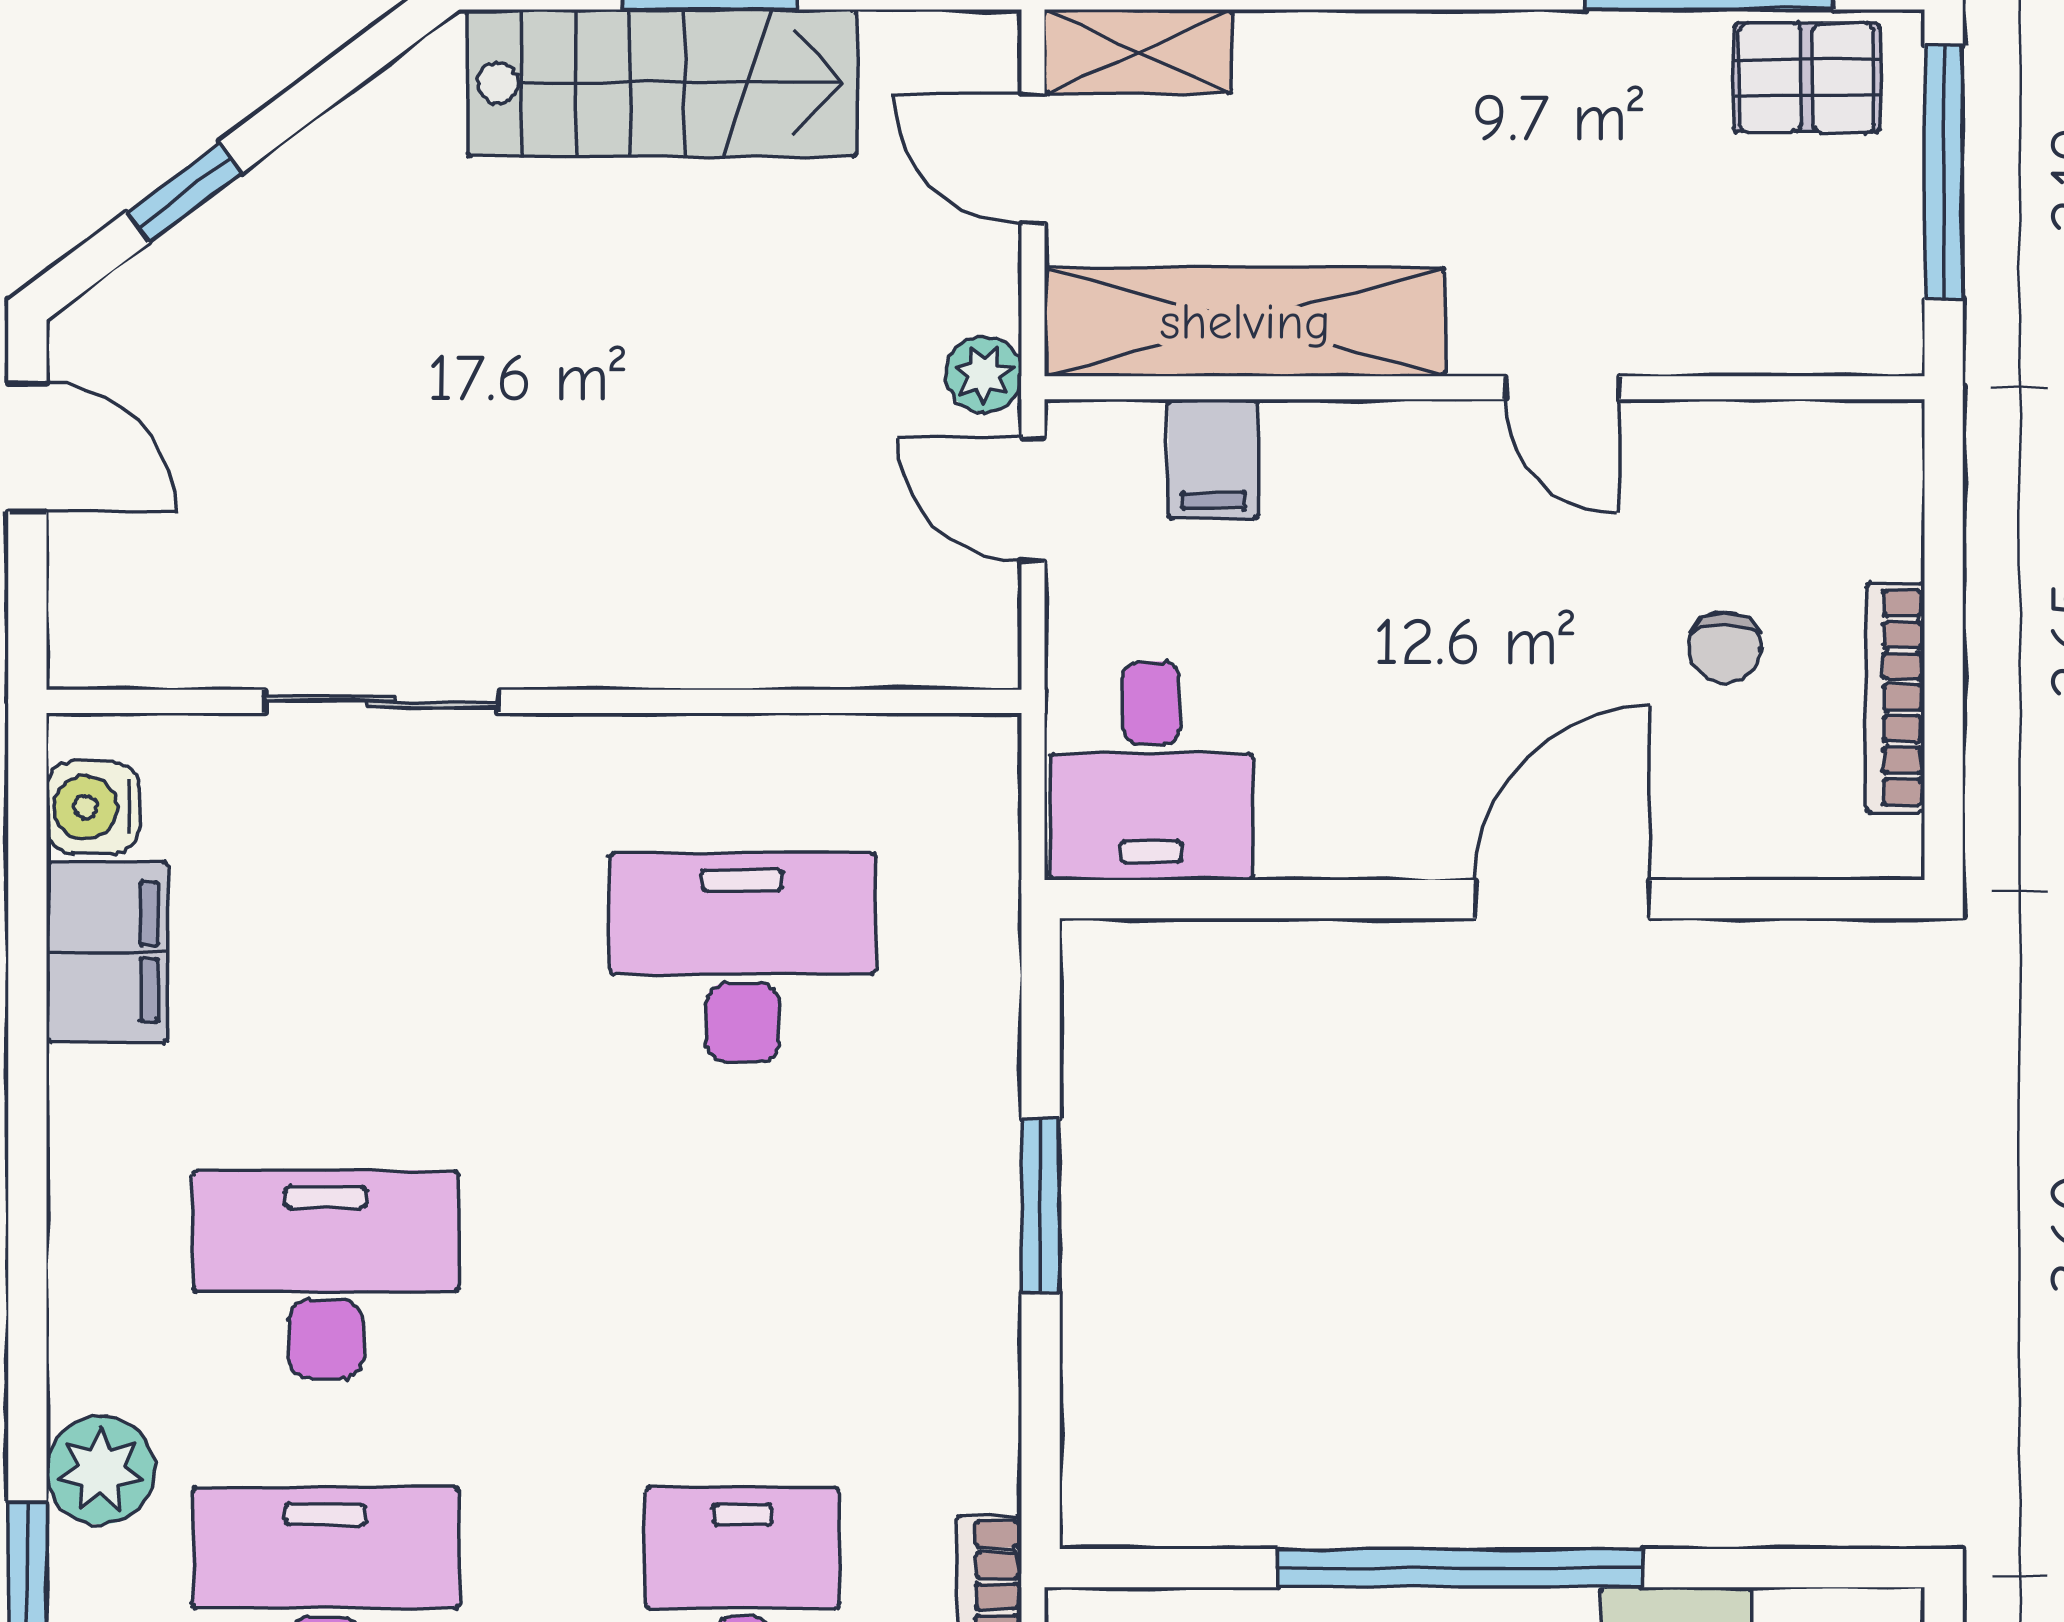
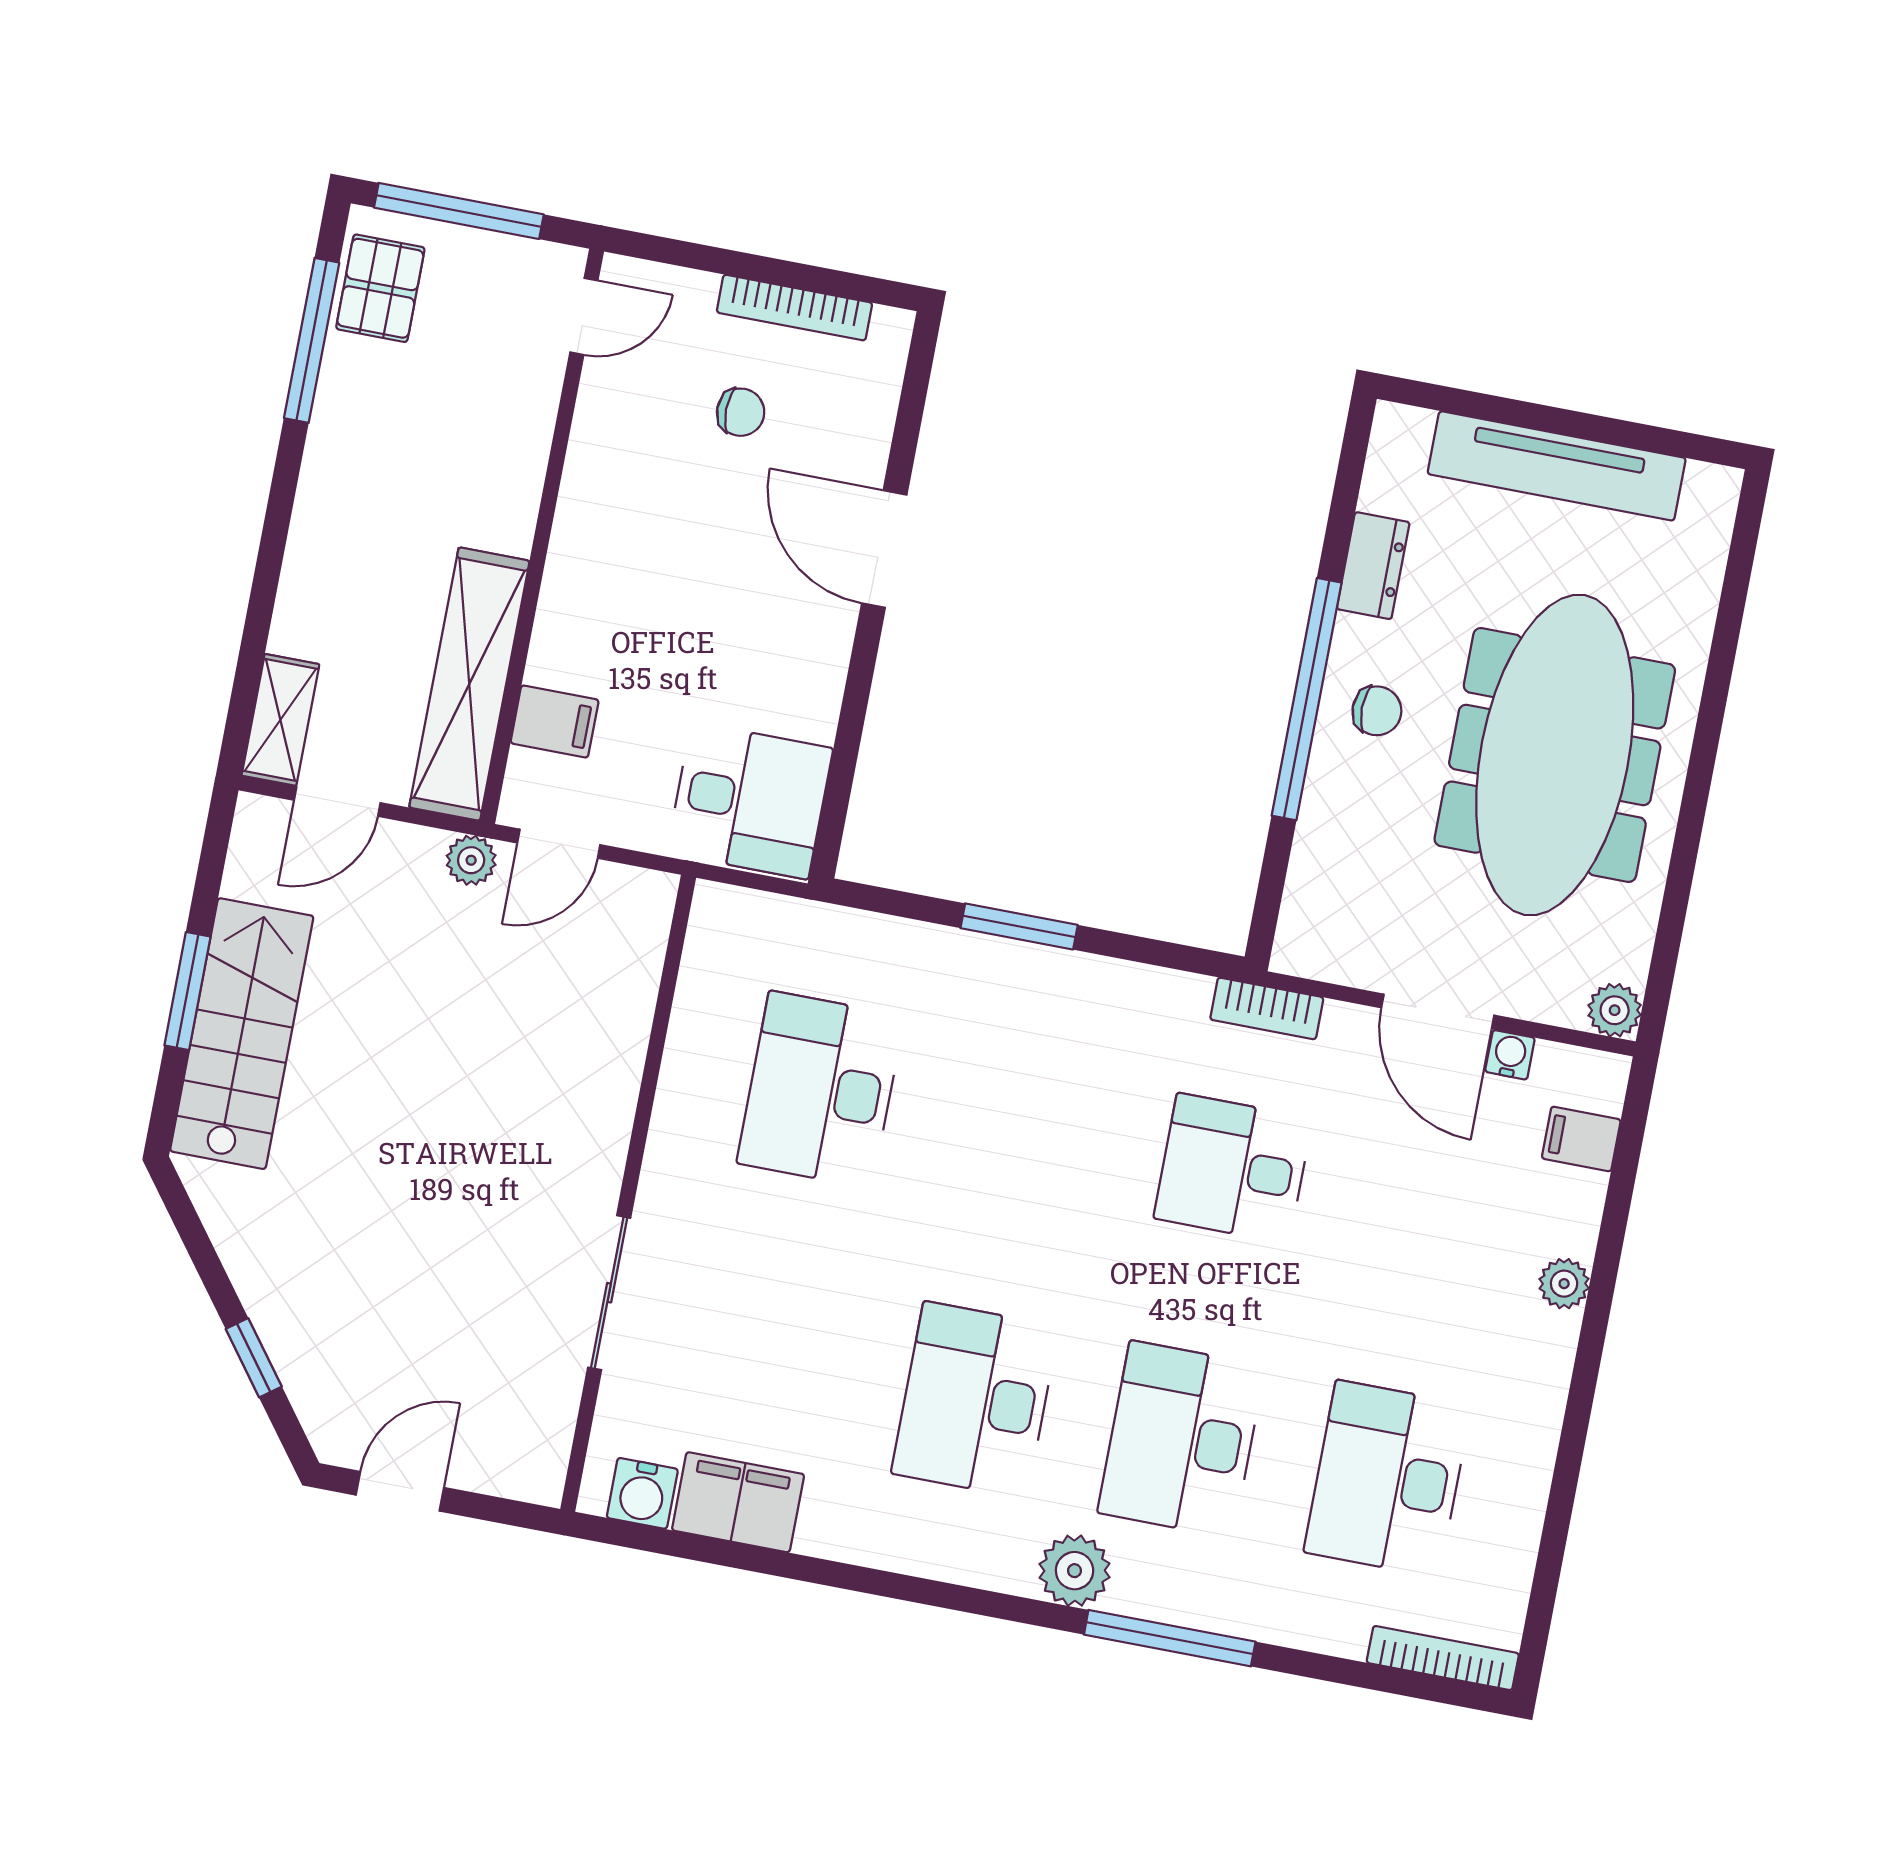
door: (1562, 388) -> (584, 316), moved

